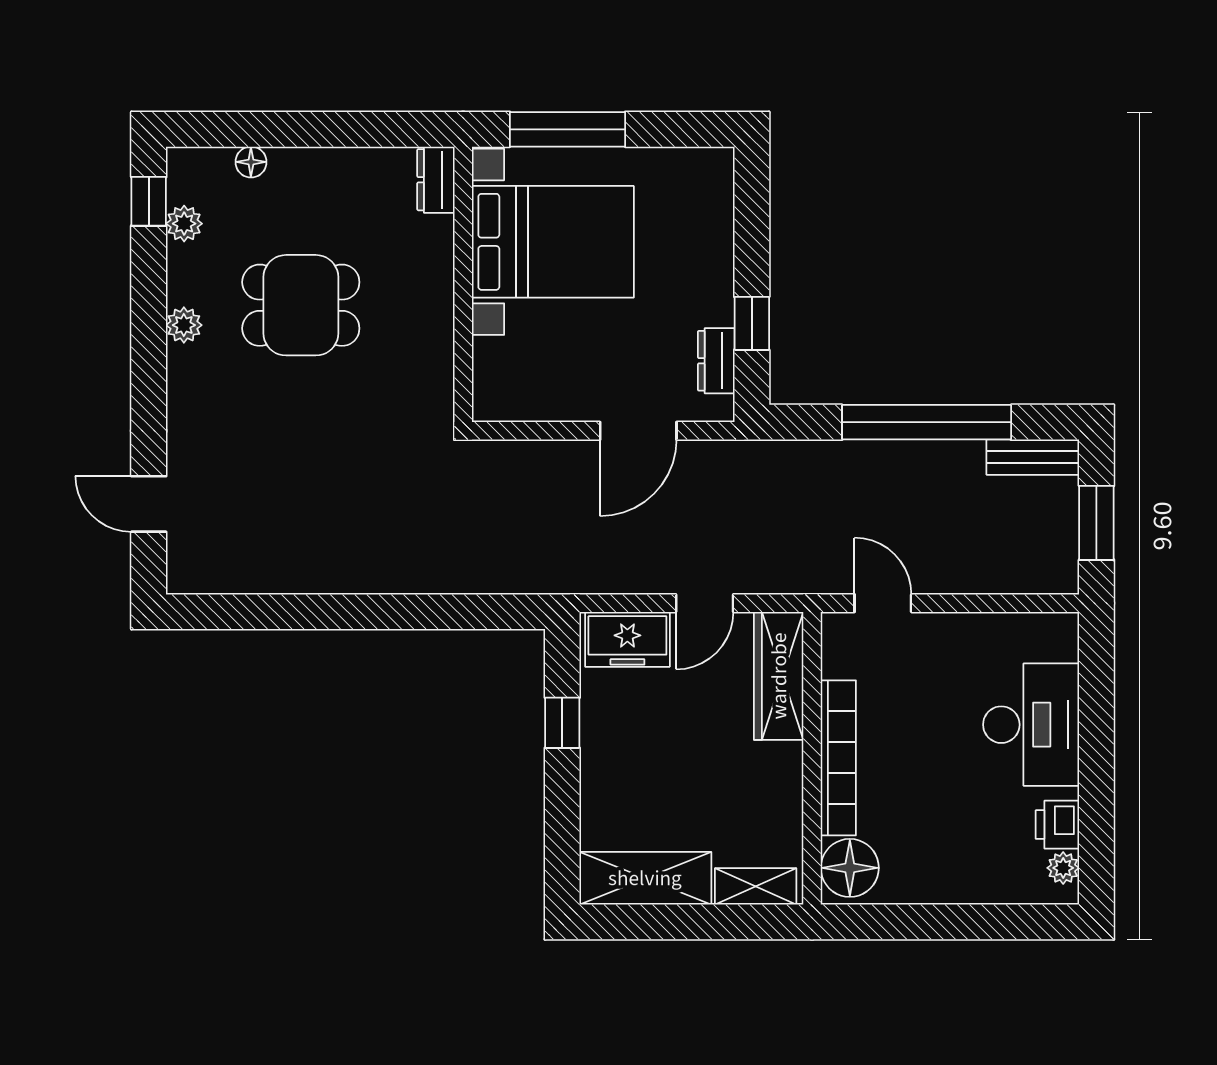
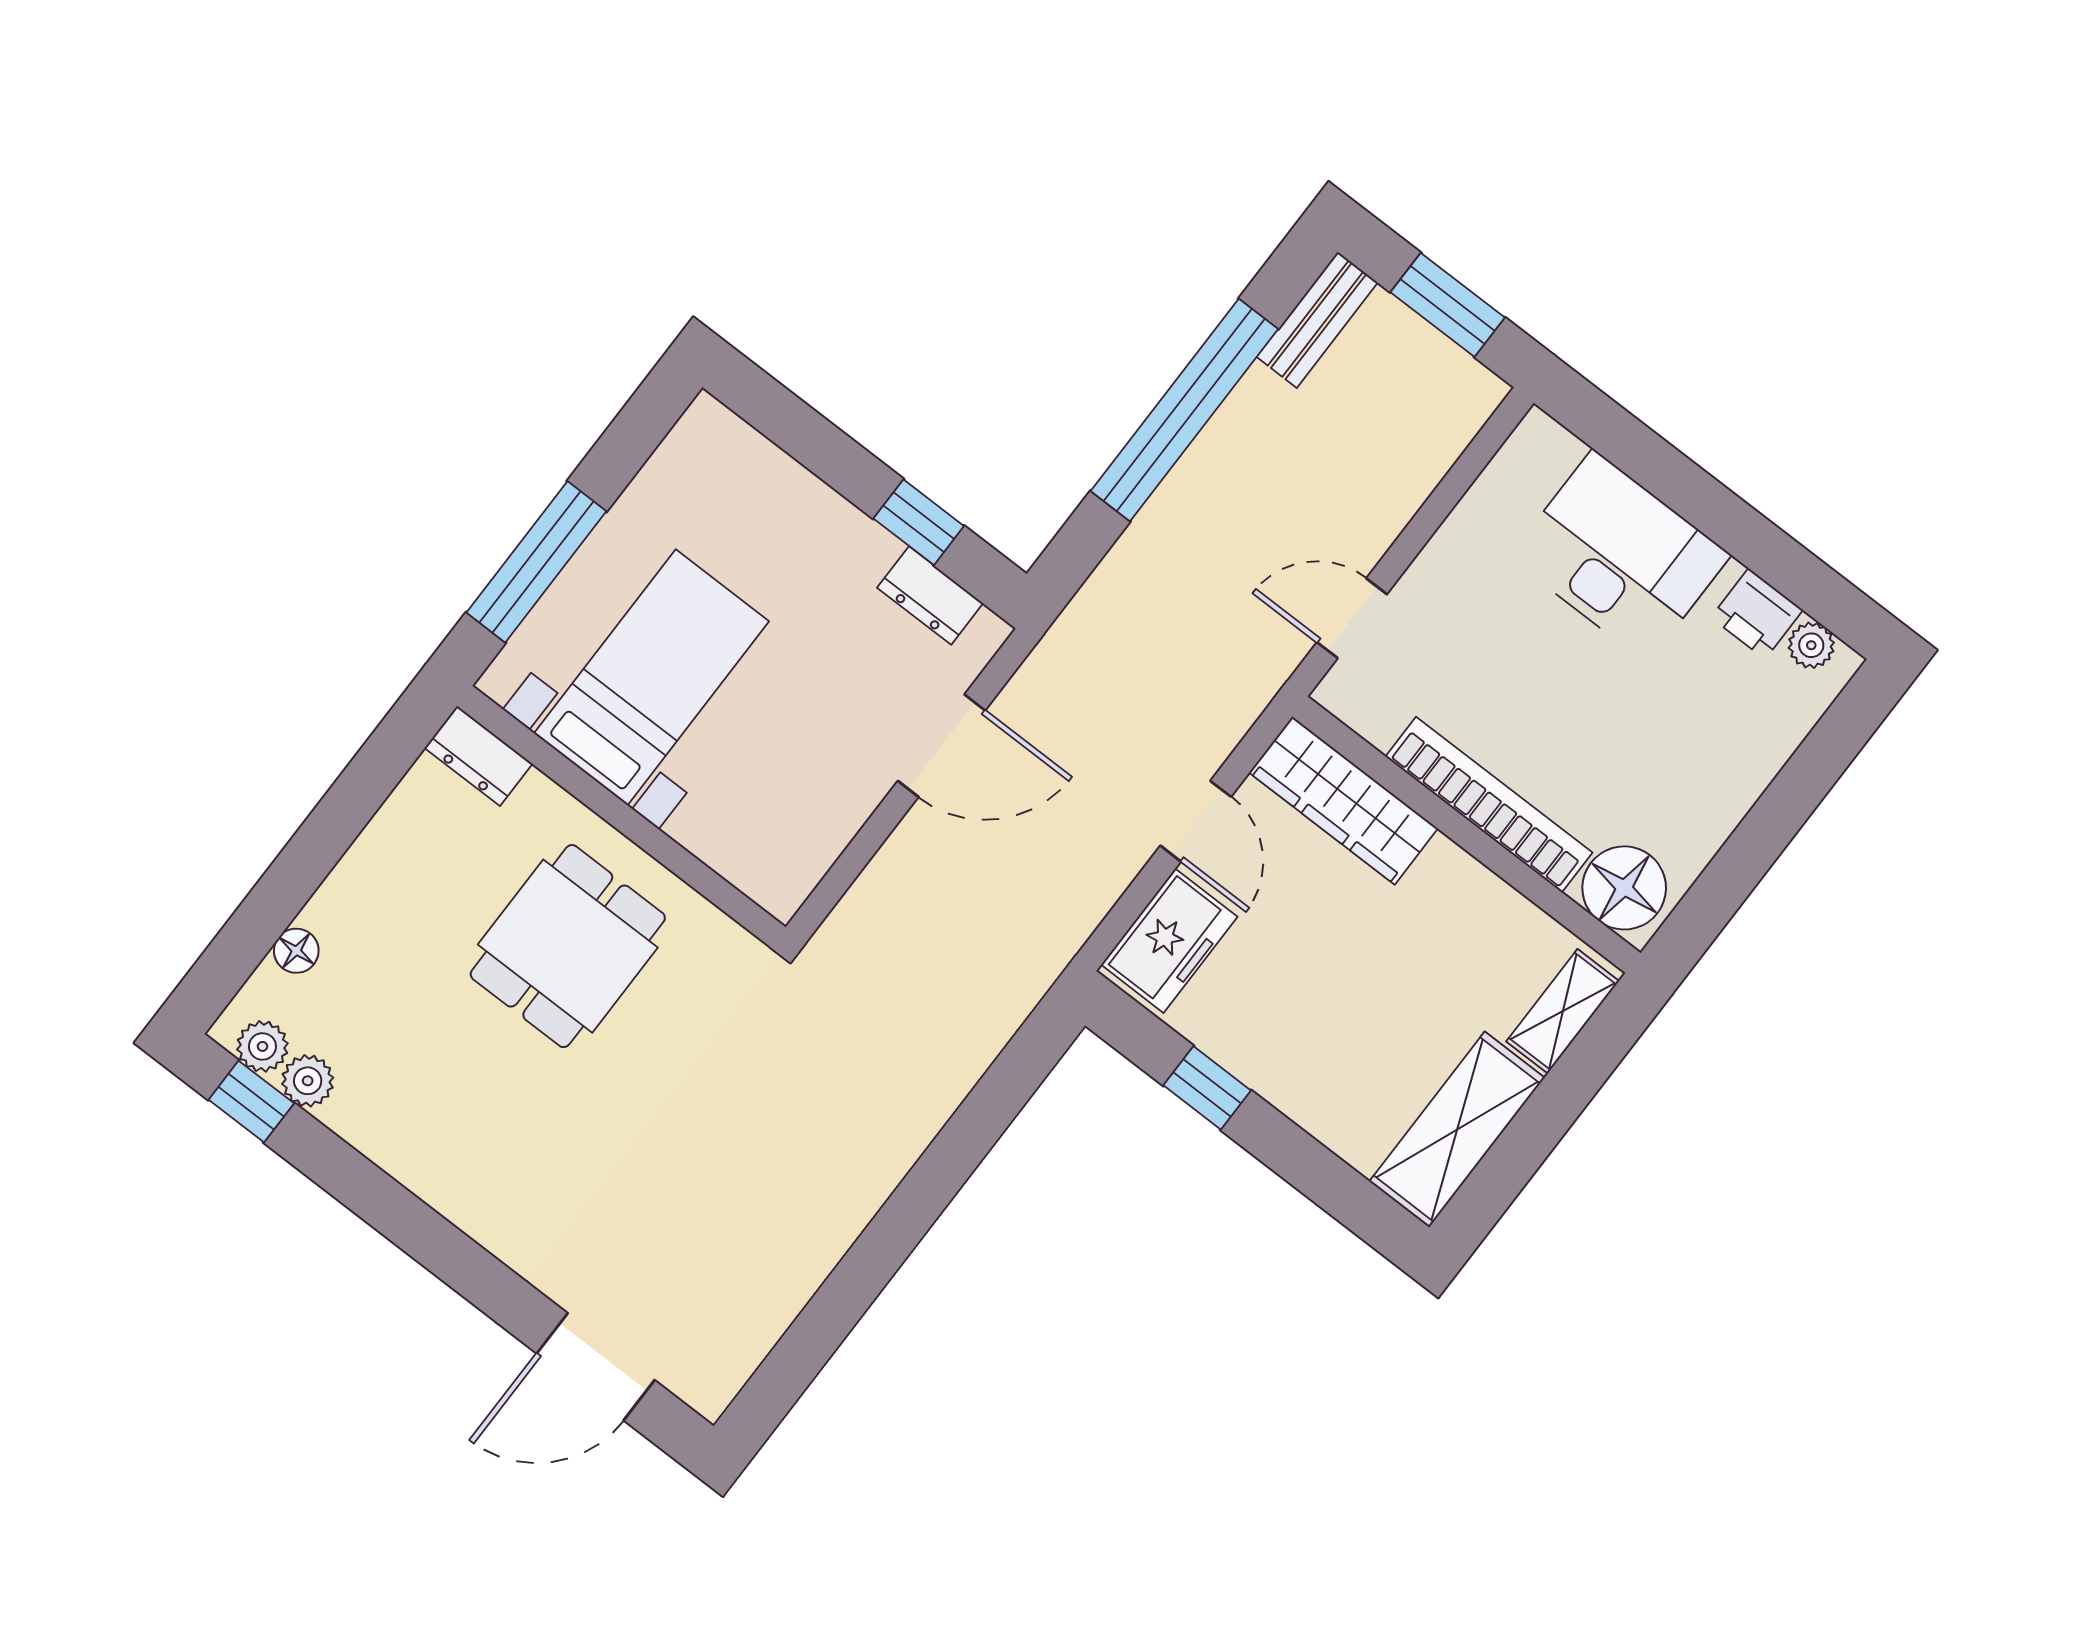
bed with nightstands: (553, 242) -> (652, 677), width x0.73
dining table: (301, 305) -> (568, 946), moved
plant: (184, 325) -> (262, 1046), moved
door: (638, 431) -> (941, 746), hinge flipped
door: (149, 504) -> (596, 1367), width x1.38

